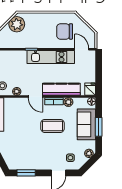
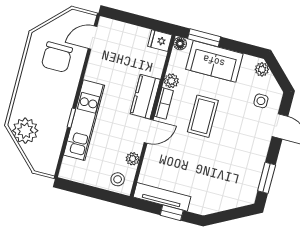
kitchen unit: (51, 57) -> (84, 120), moved
kitchen counter: (61, 89) -> (145, 97), width x0.67
window: (99, 127) -> (204, 38), moved

